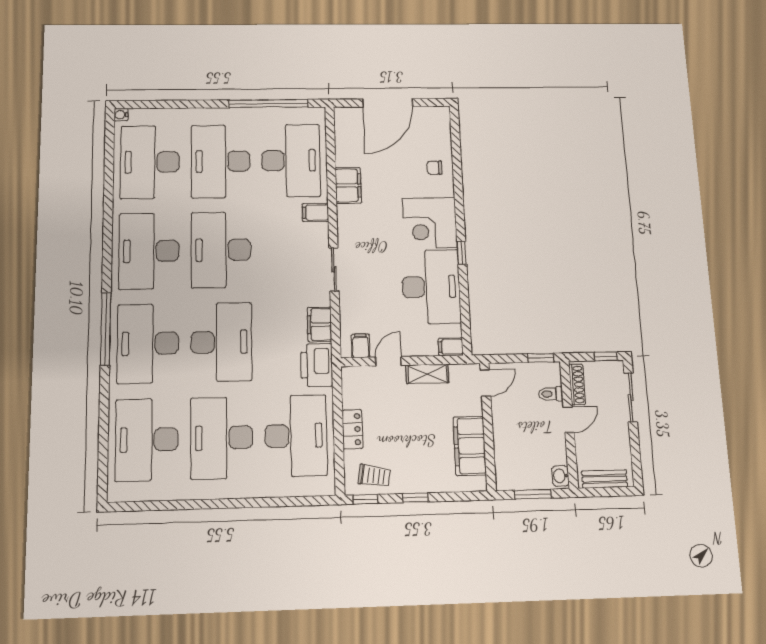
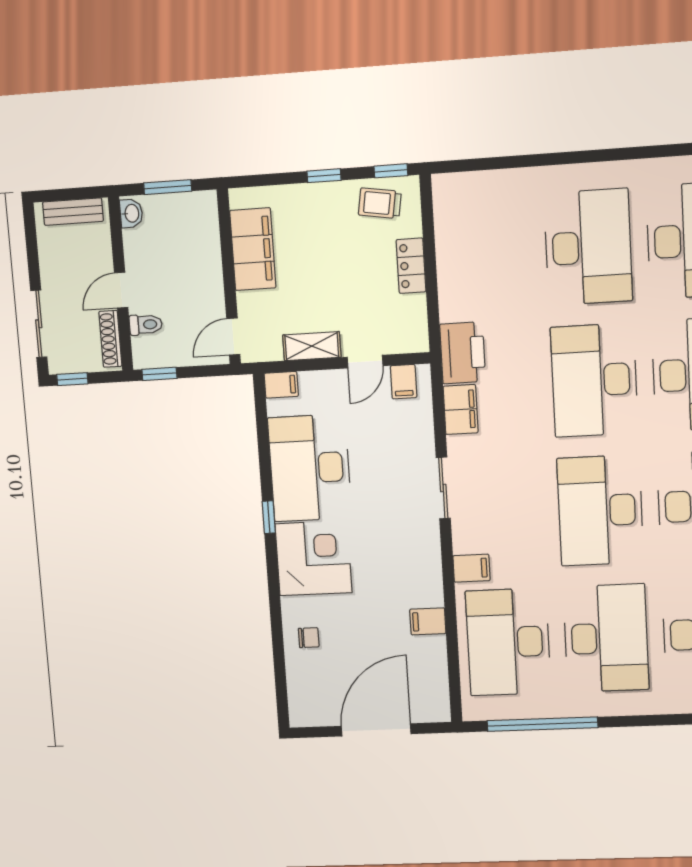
filing cabinet: (348, 185) -> (428, 621), width x0.50
desk: (221, 250) -> (600, 511), turned 180
desk: (296, 436) -> (487, 254), removed

